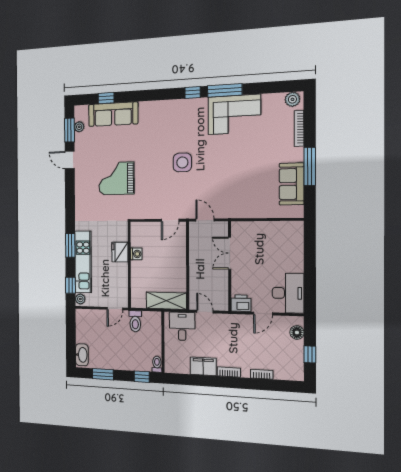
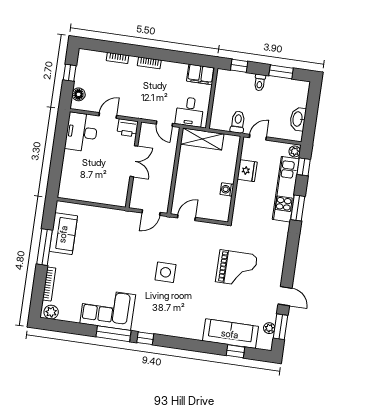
door: (205, 220) -> (151, 213), hinge flipped
fridge: (120, 252) -> (247, 171), moved
double door: (230, 253) -> (134, 161), moved
washbasin: (82, 355) -> (298, 119), moved
toilet: (157, 364) -> (260, 82), moved
filing cabinet: (203, 366) -> (201, 74), moved

